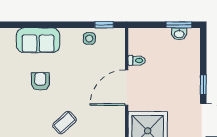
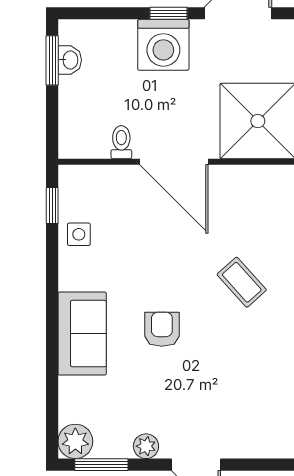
armchair: (40, 81) -> (162, 329), turned 90
washing machine: (187, 82) -> (163, 45), added

